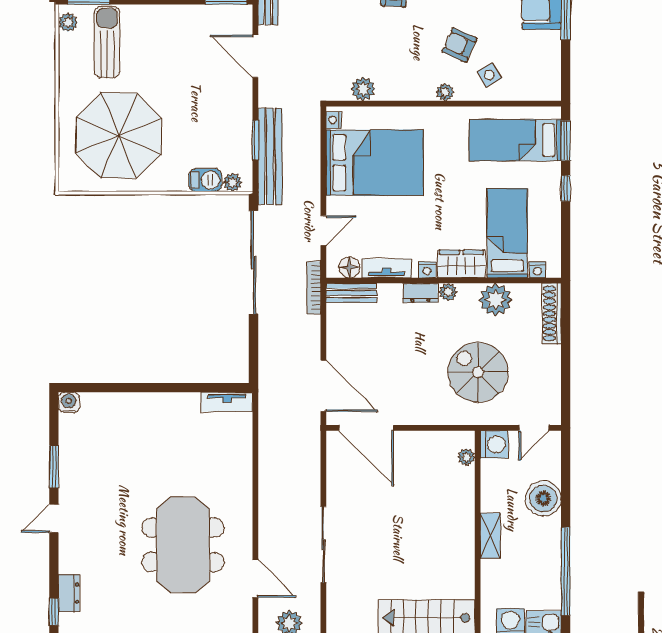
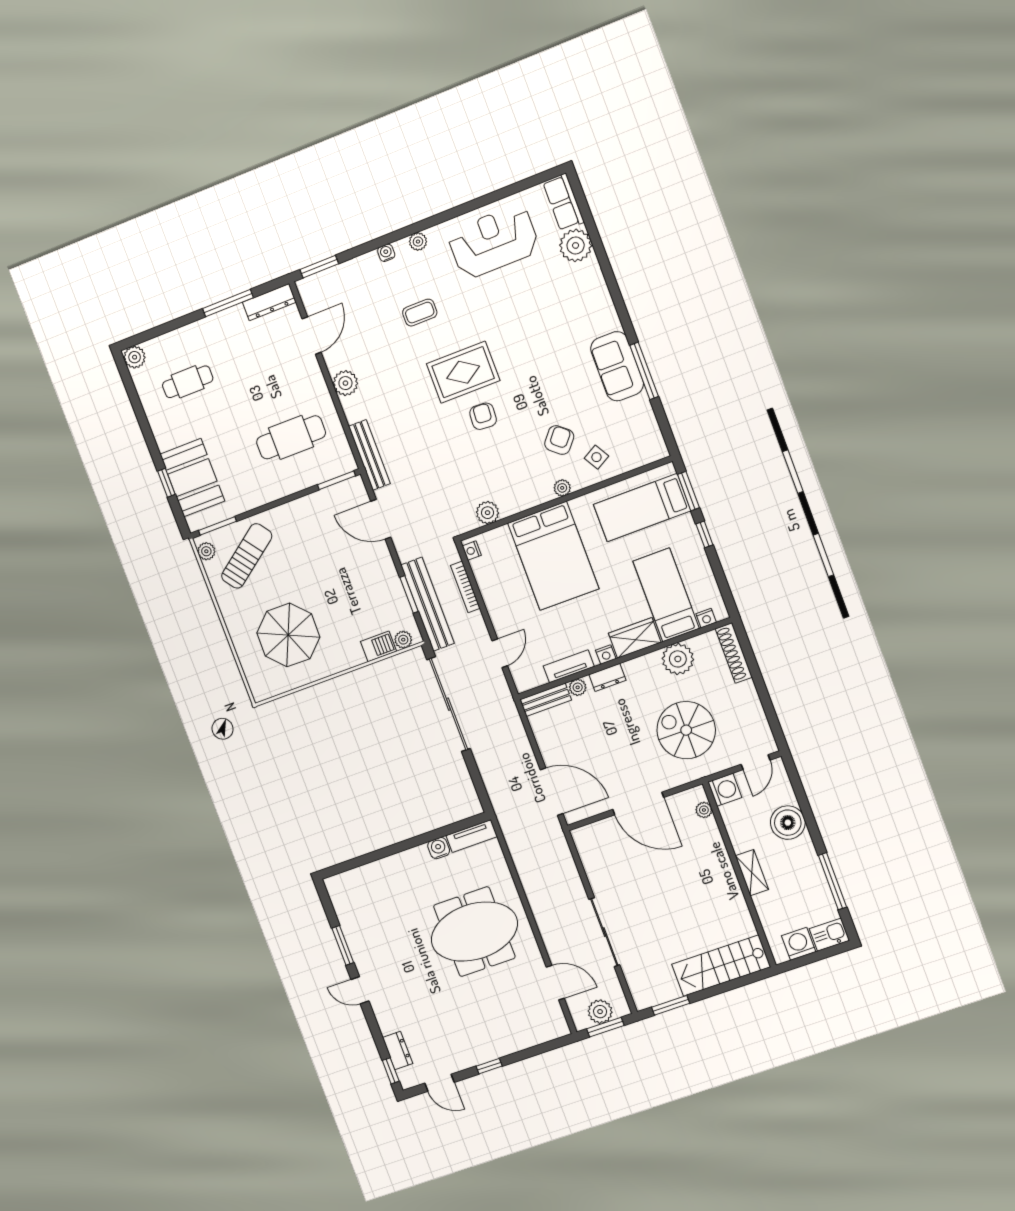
sun lounger: (107, 42) -> (247, 556), turned 53
armchair: (459, 45) -> (559, 440), turned 106
parasol: (119, 136) -> (288, 635), width x0.73, depth x0.73
bed: (375, 163) -> (553, 556), moved, turned 90
floor lamp: (349, 267) -> (535, 678), removed
bookcase: (314, 288) -> (465, 587), moved
plant: (448, 292) -> (578, 687), moved
water cooler: (69, 402) -> (439, 848), moved
door: (366, 428) -> (638, 803), moved
door: (54, 518) -> (360, 990), hinge flipped
meeting table: (183, 545) -> (474, 932), moved, turned 90
window: (566, 571) -> (832, 881), width x0.68

